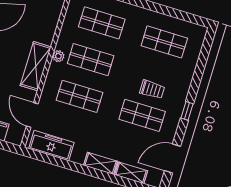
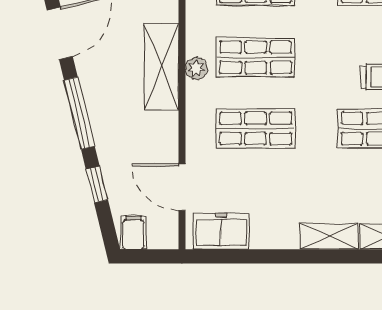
shelving: (36, 66) -> (161, 67), moved
freezer: (51, 146) -> (221, 231), width x0.71

